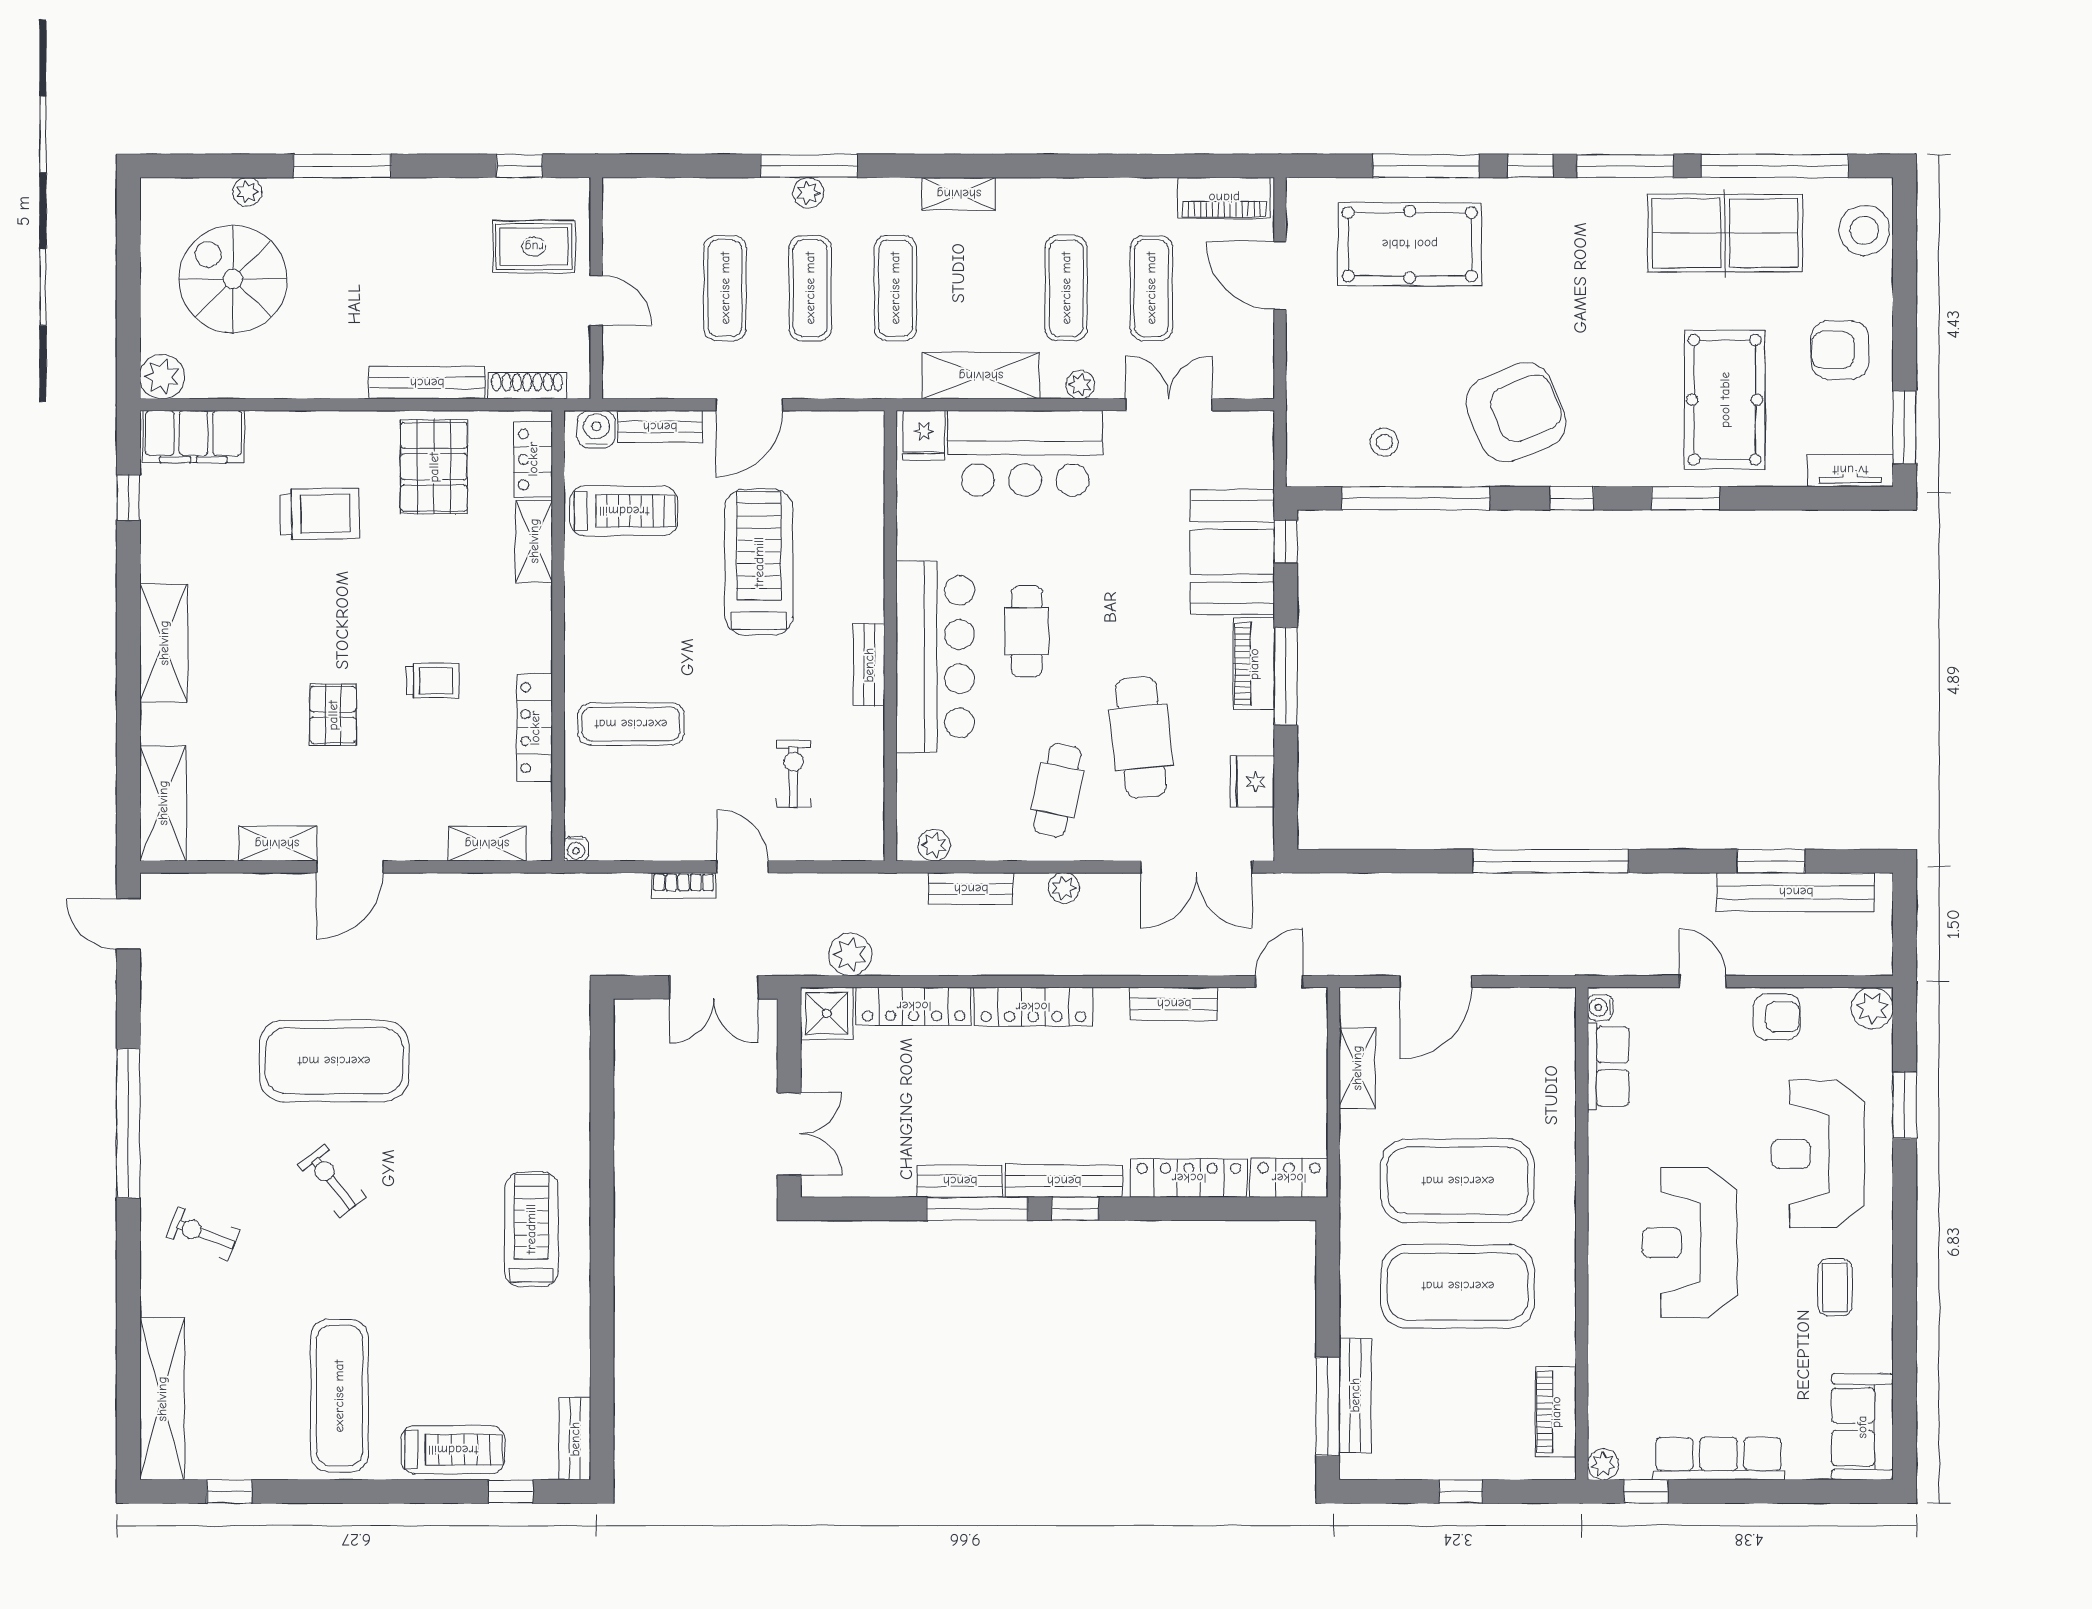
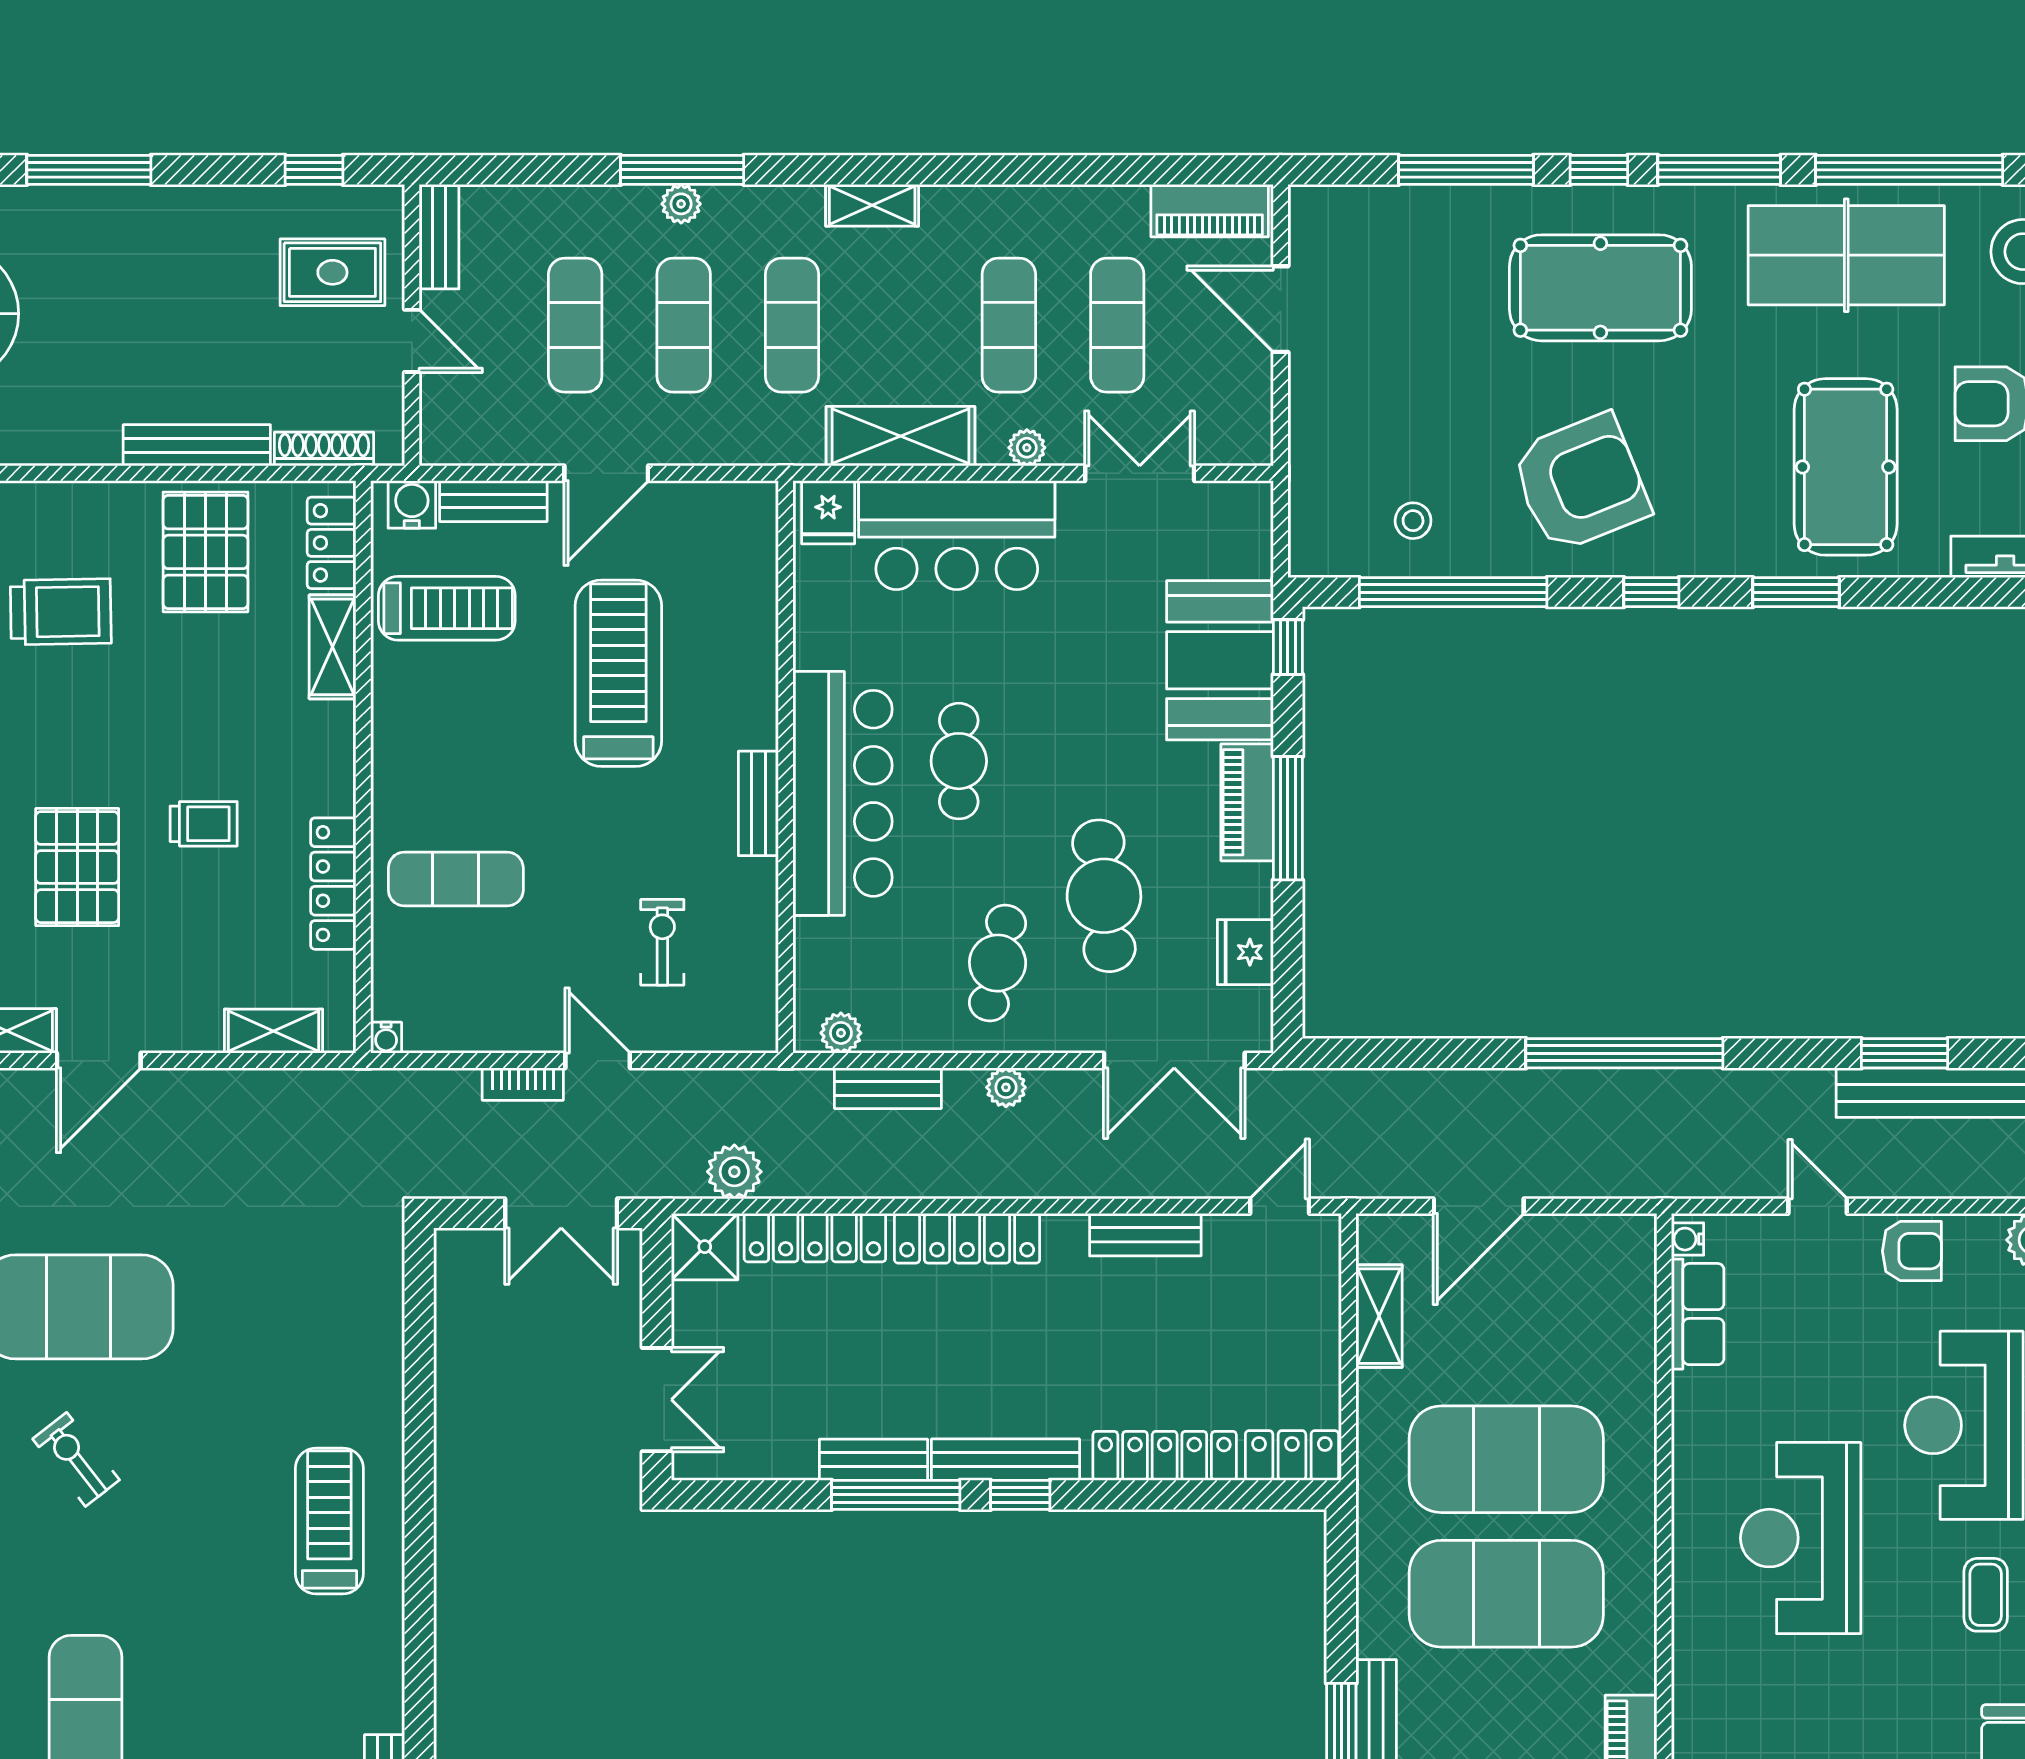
bench: (618, 219) -> (439, 237), added
pool table: (1410, 244) -> (1600, 288), moved
pallet: (333, 715) -> (77, 867), width x1.50, depth x1.42

